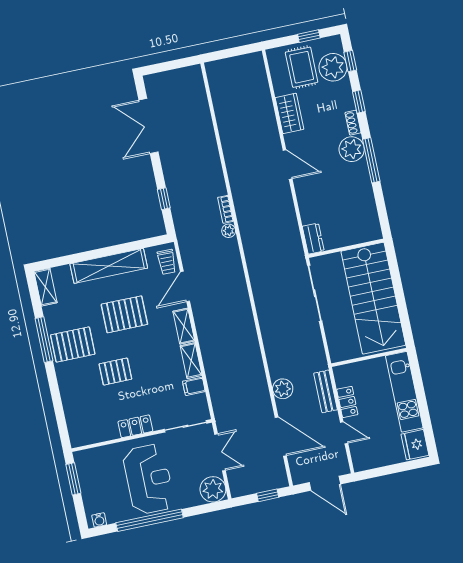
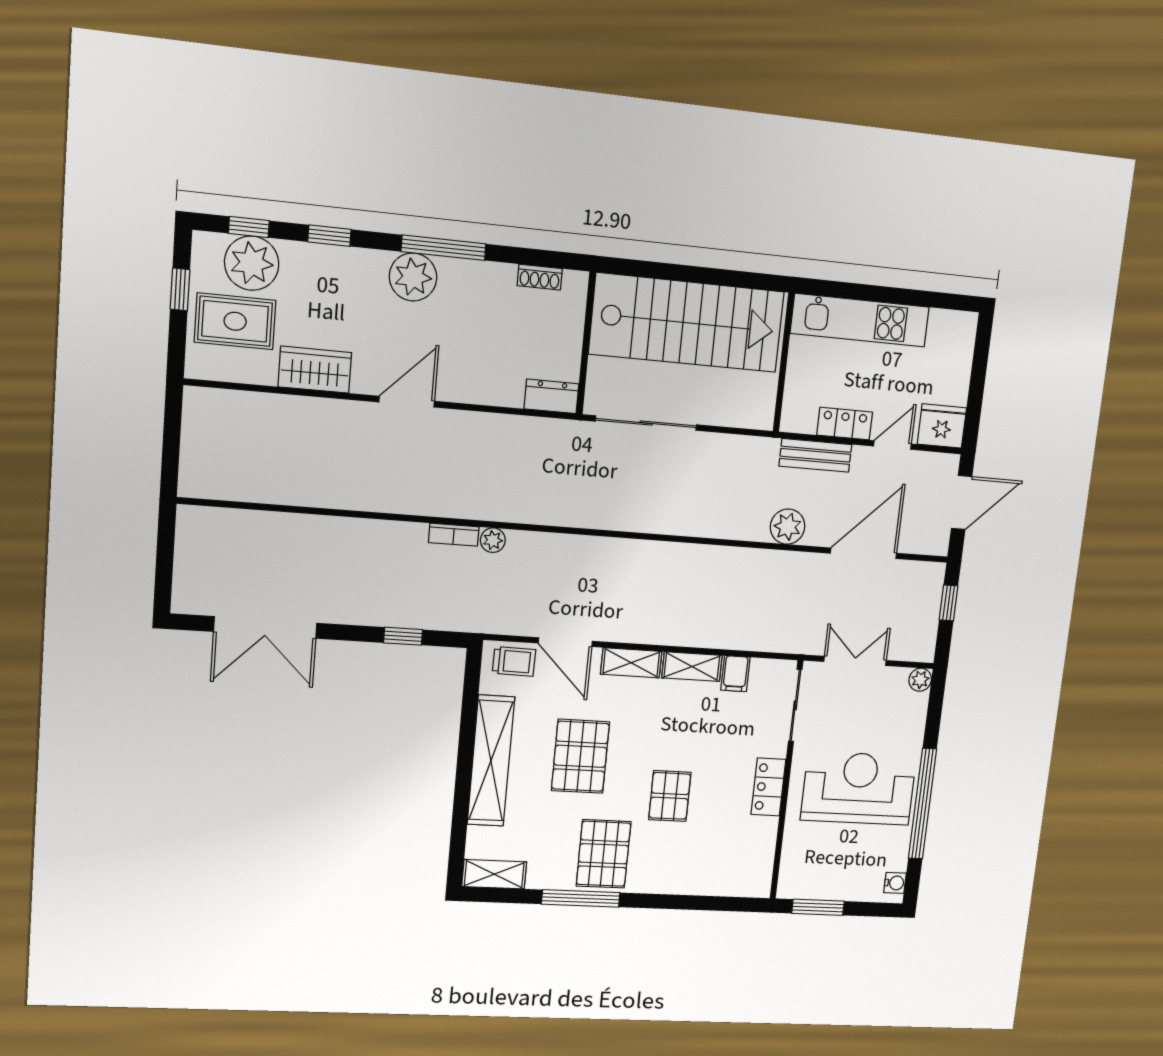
shoe rack: (353, 123) -> (540, 277), moved
fridge: (415, 445) -> (942, 426), moved, turned 180
plant: (213, 489) -> (920, 680), width x0.53, depth x0.53

